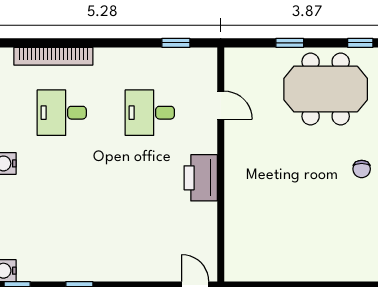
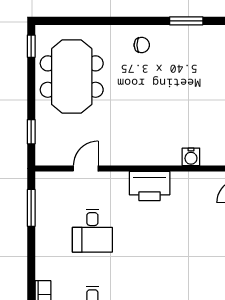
window: (176, 43) -> (31, 208), width x1.50
window: (290, 43) -> (31, 132), moved
water cooler: (234, 225) -> (191, 157), added

